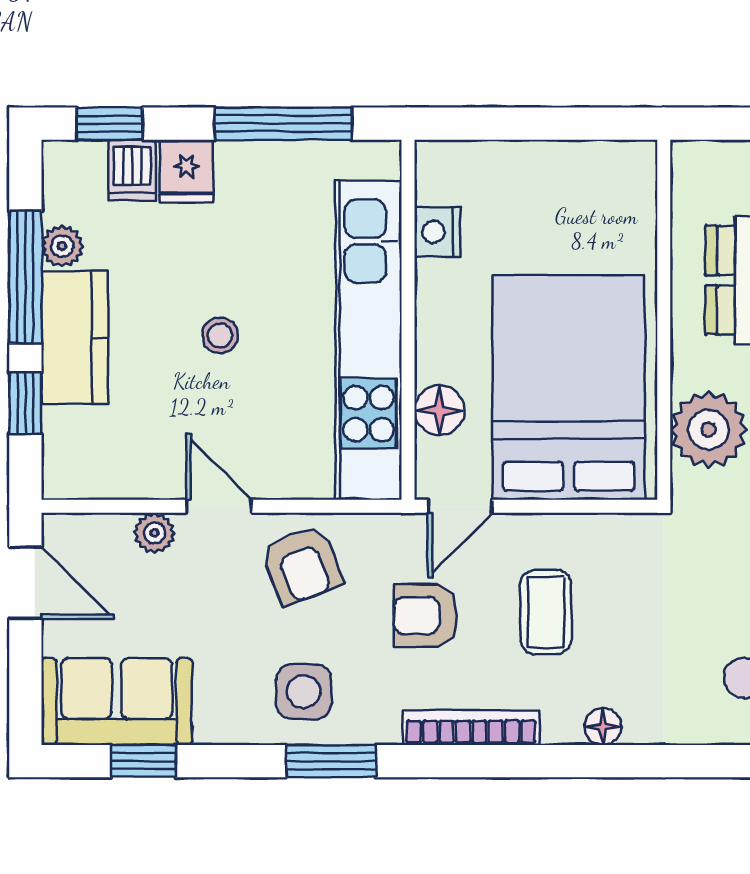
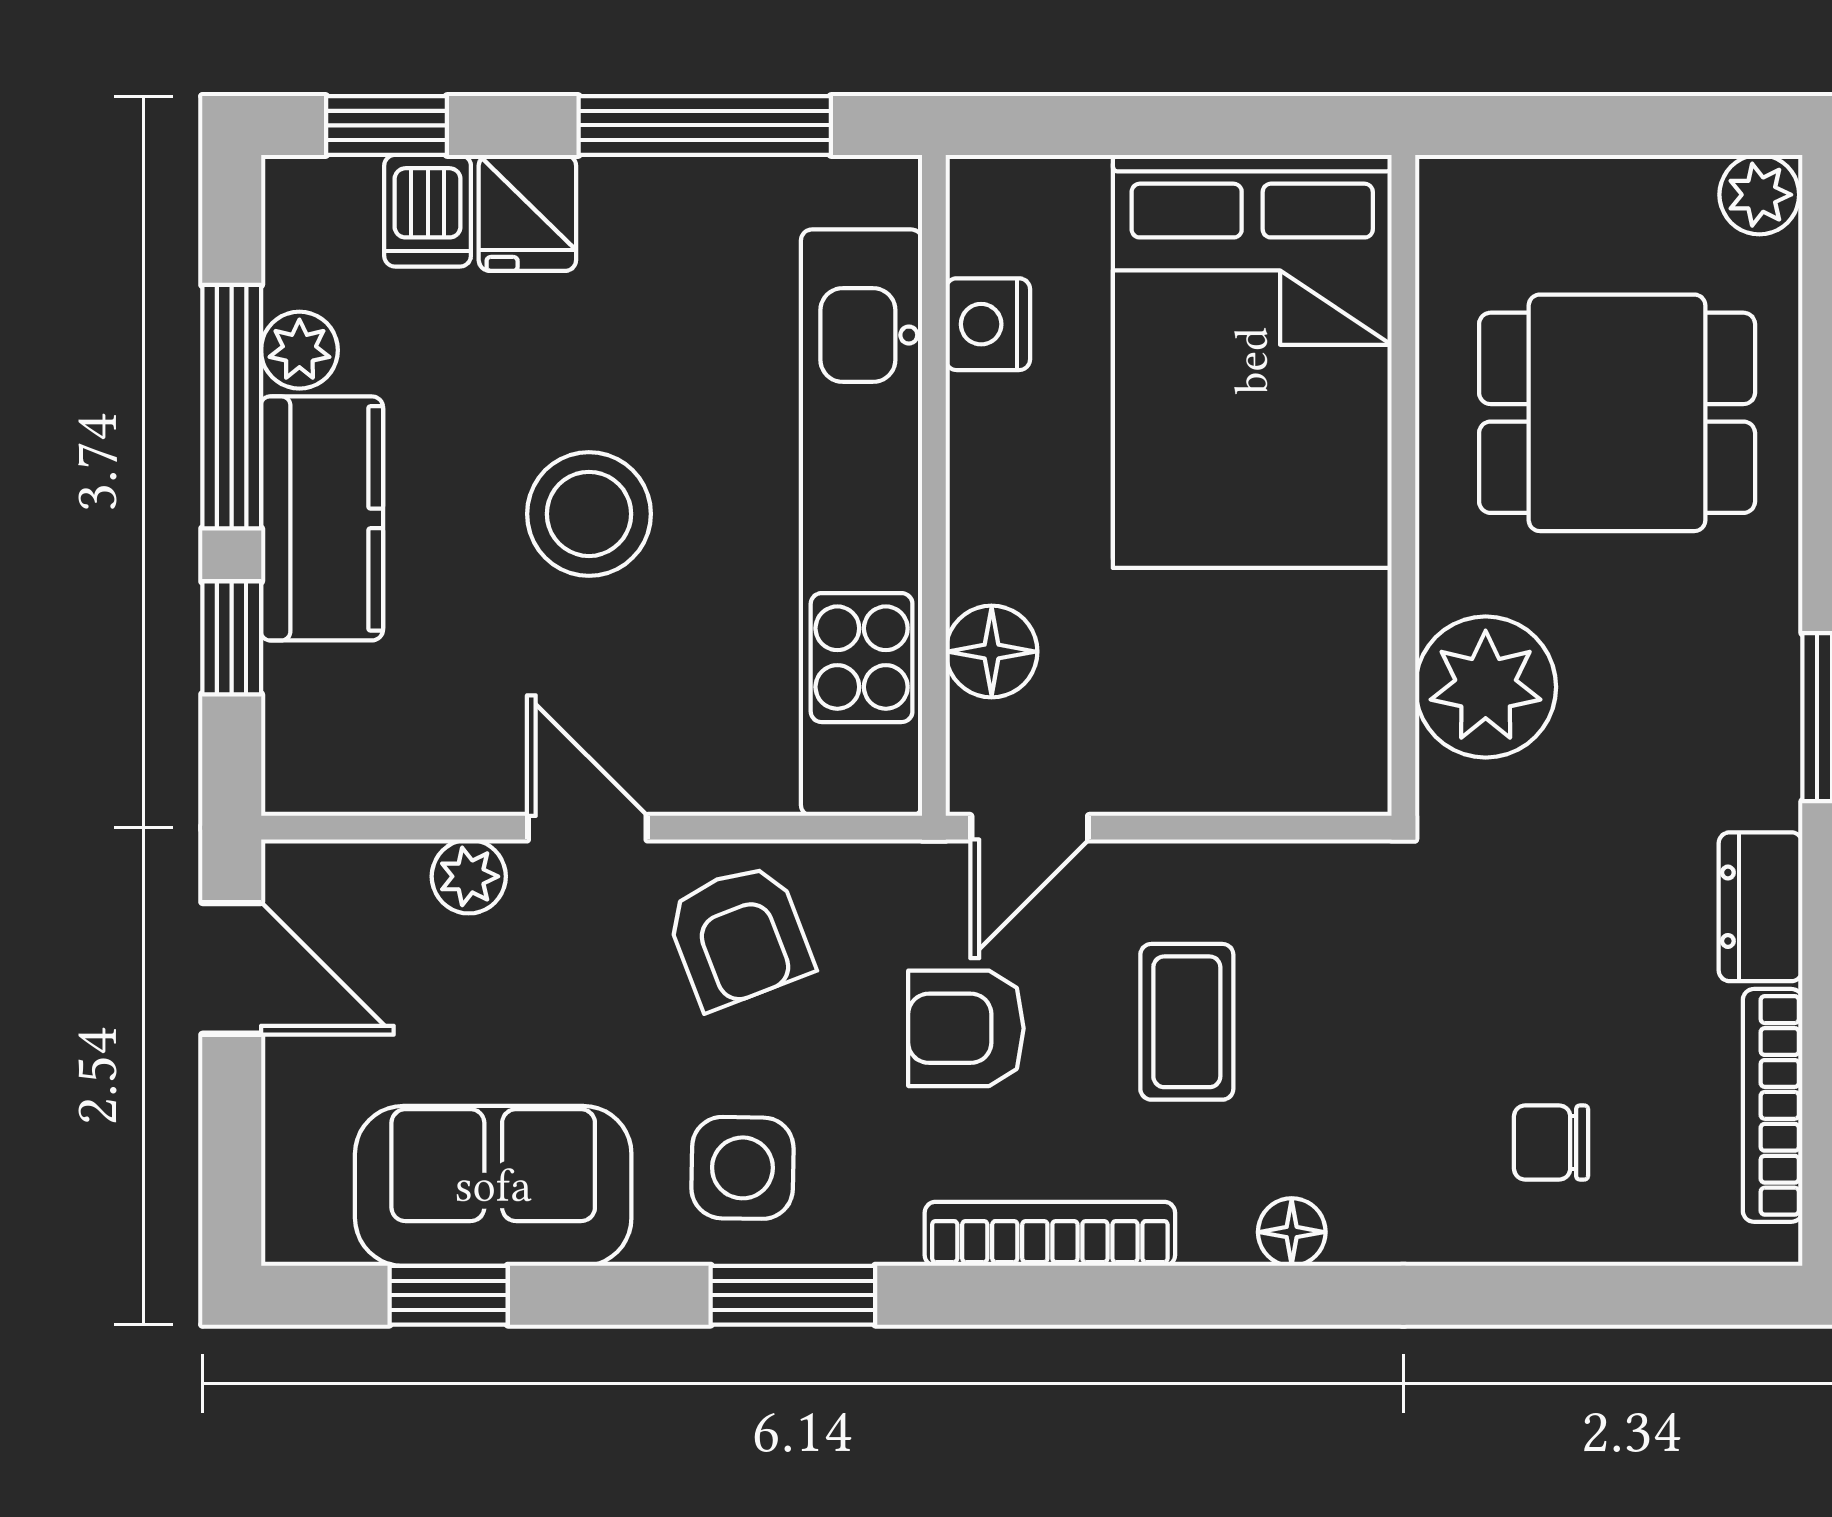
stool: (220, 335) -> (589, 514), width x1.89, depth x1.89
bed: (569, 387) -> (1252, 361), moved, turned 180
sofa: (117, 701) -> (493, 1186), moved

